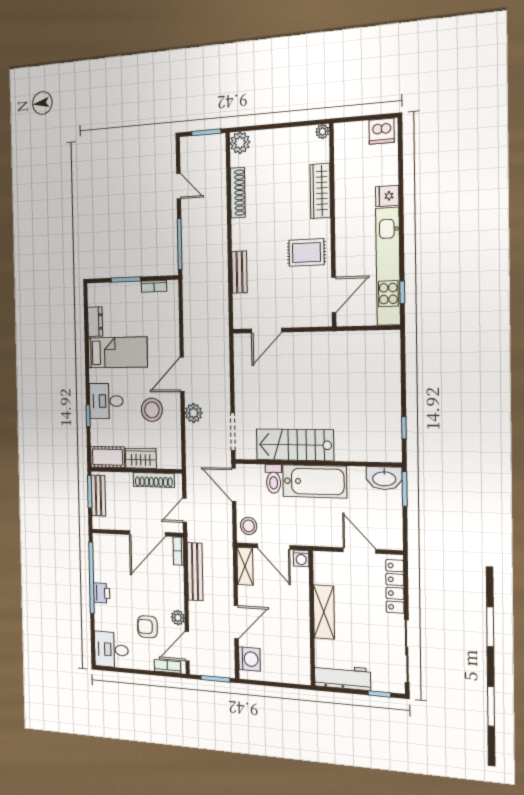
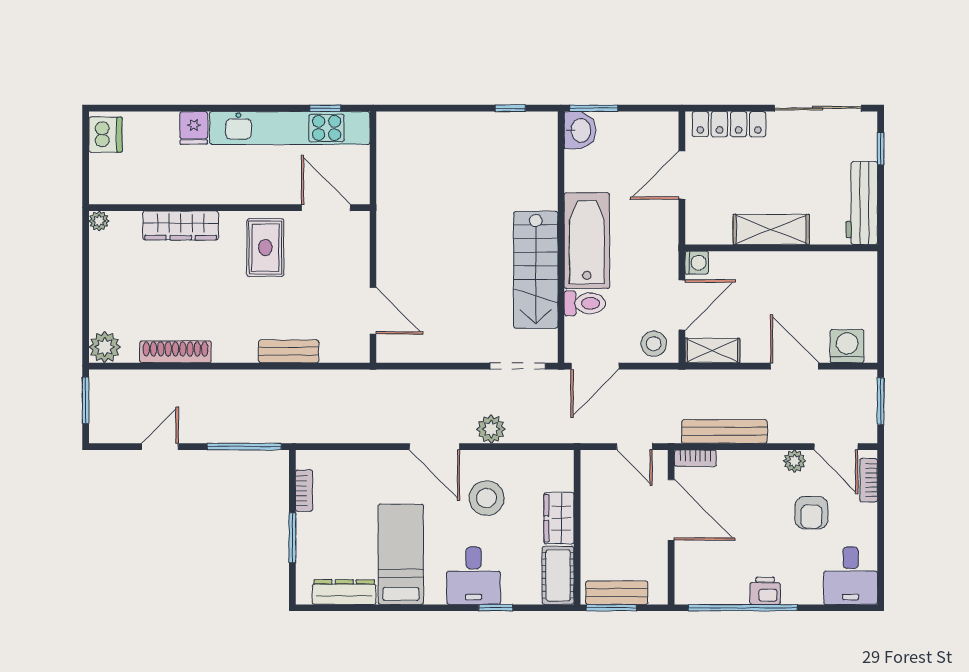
dresser: (95, 322) -> (344, 592), width x1.44
washbasin: (384, 478) -> (580, 130), width x0.72
shoe rack: (154, 480) -> (591, 497), removed

